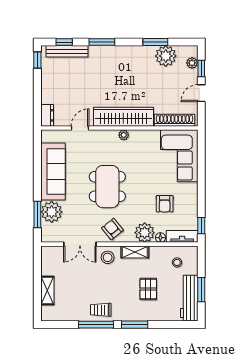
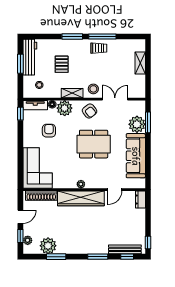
dining table: (107, 187) -> (94, 144), turned 90

